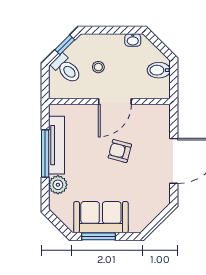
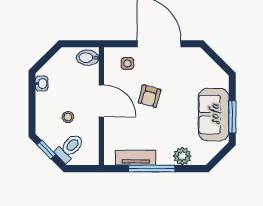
bidet: (159, 70) -> (88, 58), moved, turned 90
side table: (153, 128) -> (127, 63), added
tv unit: (56, 145) -> (136, 158), width x0.71

